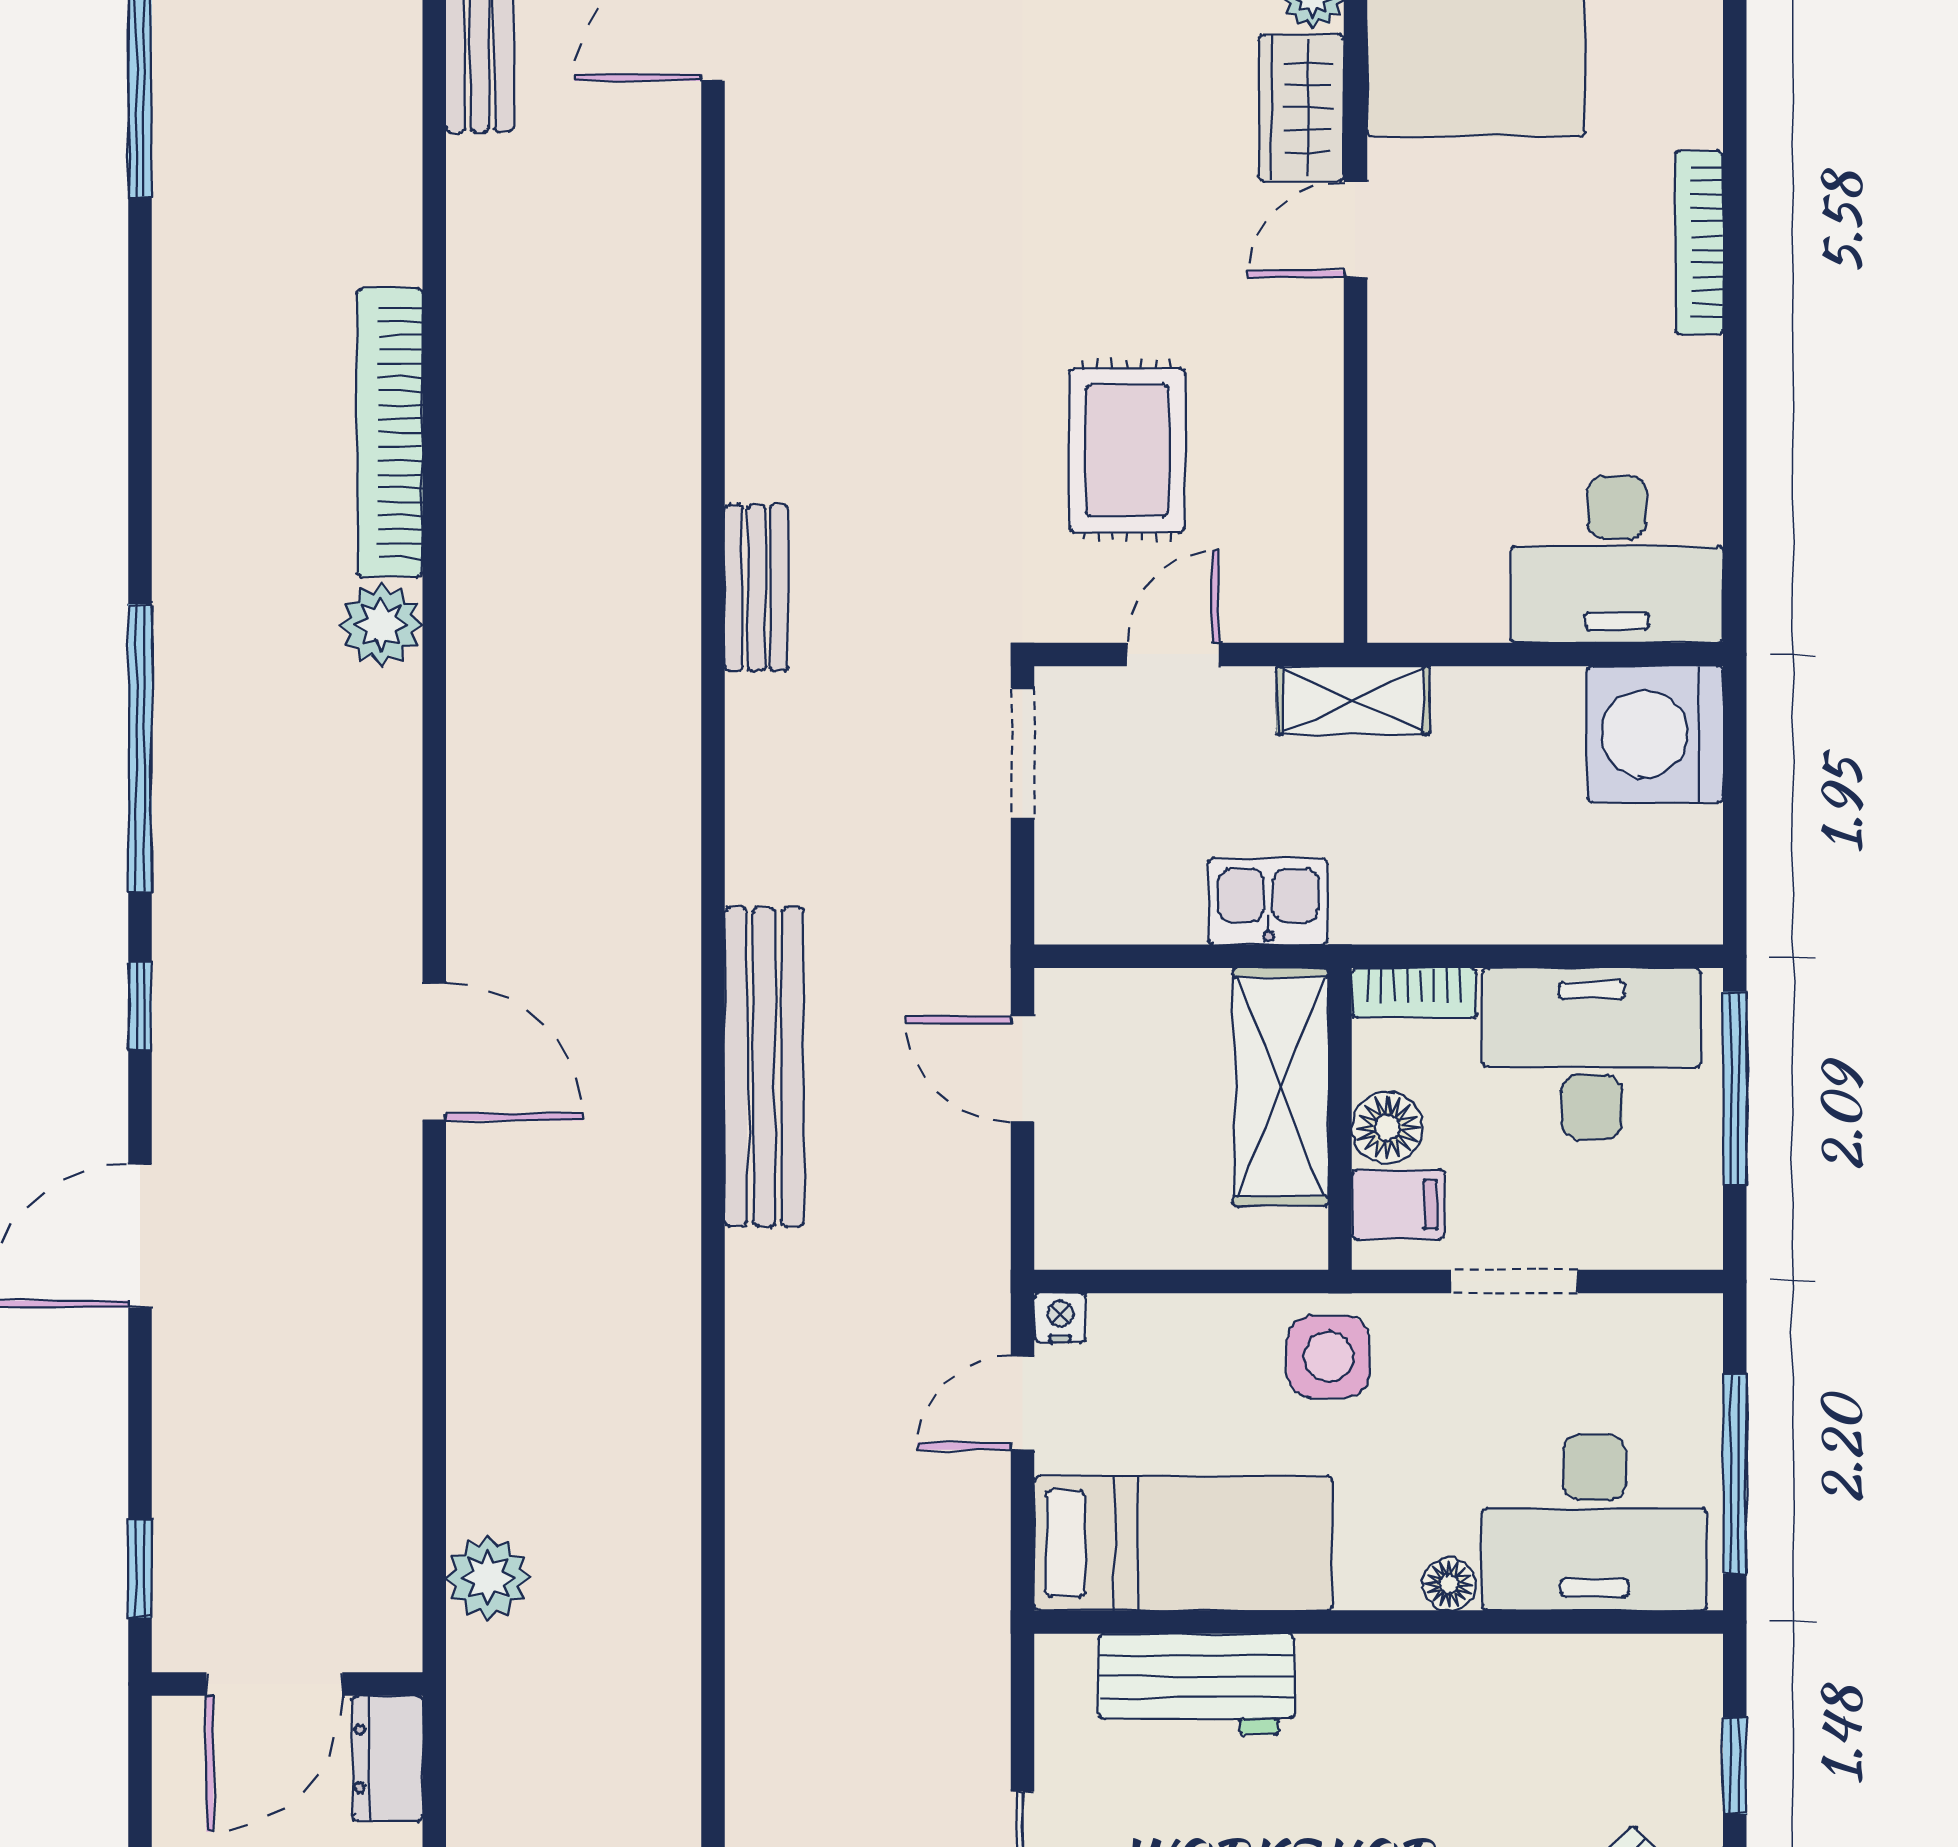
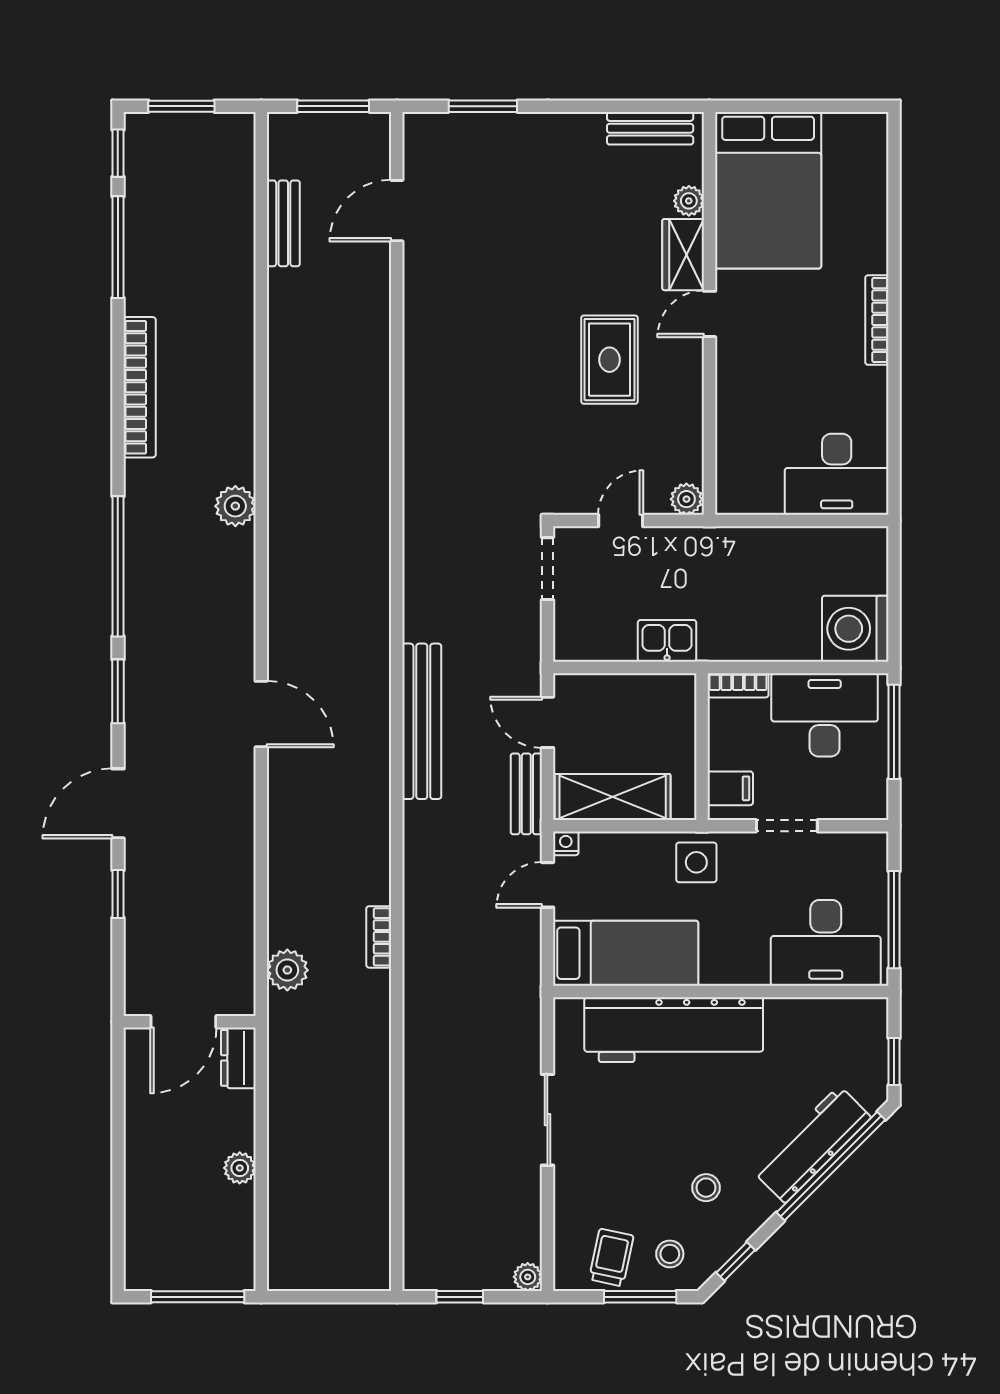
bookcase: (390, 433) -> (140, 387), moved, turned 180
rug: (1127, 450) -> (609, 360), moved
bench: (756, 588) -> (526, 794), moved
plant: (1308, 610) -> (686, 499), added
shelving: (1353, 700) -> (708, 543), removed
washing machine: (1655, 734) -> (855, 629), moved
window: (140, 1005) -> (118, 691), width x1.50
shelving: (1281, 1087) -> (613, 797), moved, turned 90
floor lamp: (1387, 1128) -> (725, 751), removed
bookcase: (676, 1510) -> (379, 937), added
window: (140, 1568) -> (118, 894), moved
floor lamp: (1449, 1584) -> (755, 973), removed
workbench: (1196, 1684) -> (674, 1030), width x1.88, depth x1.32

